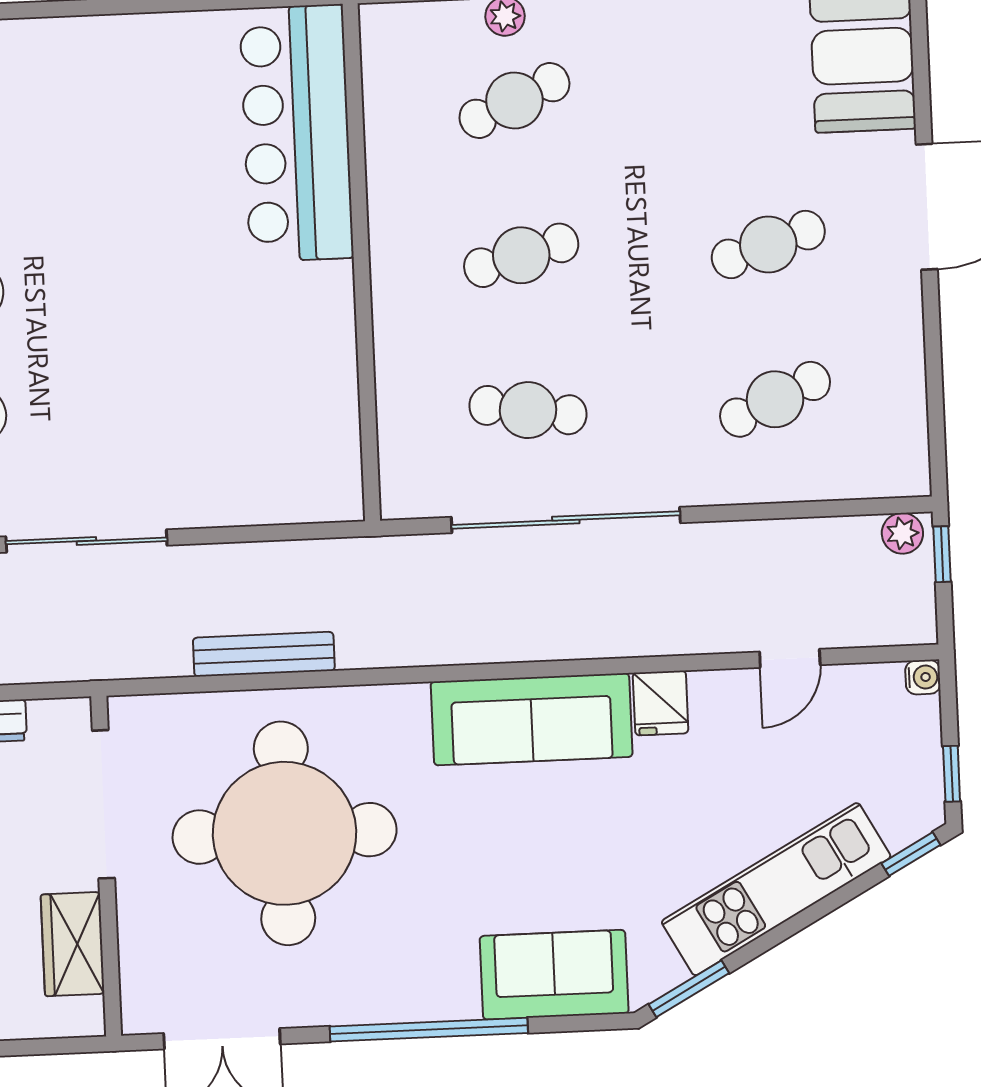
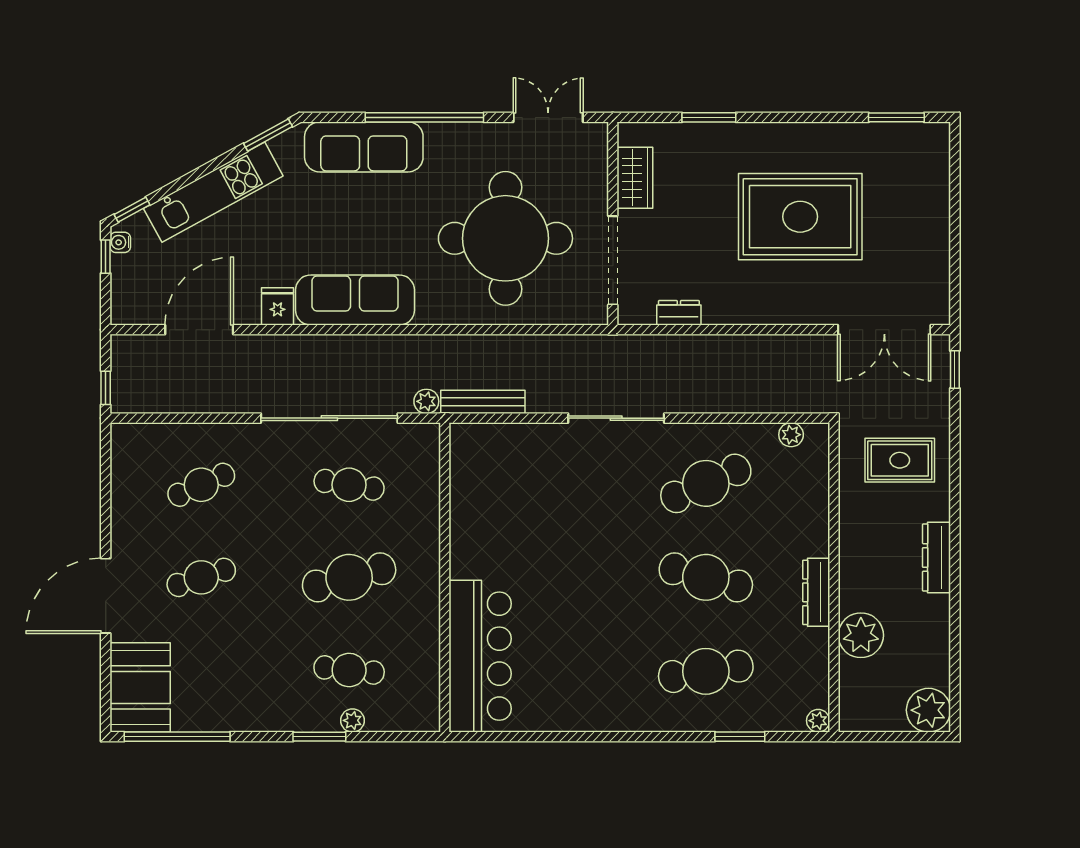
cafe table: (514, 100) -> (349, 670), turned 30
cafe table: (521, 255) -> (349, 577), width x1.37, depth x1.35
plant: (902, 533) -> (426, 401), moved
bench: (264, 654) -> (483, 402), moved
door: (790, 658) -> (199, 330), width x1.87
water cooler: (923, 677) -> (120, 242), moved
sofa: (554, 975) -> (364, 147), width x1.36

